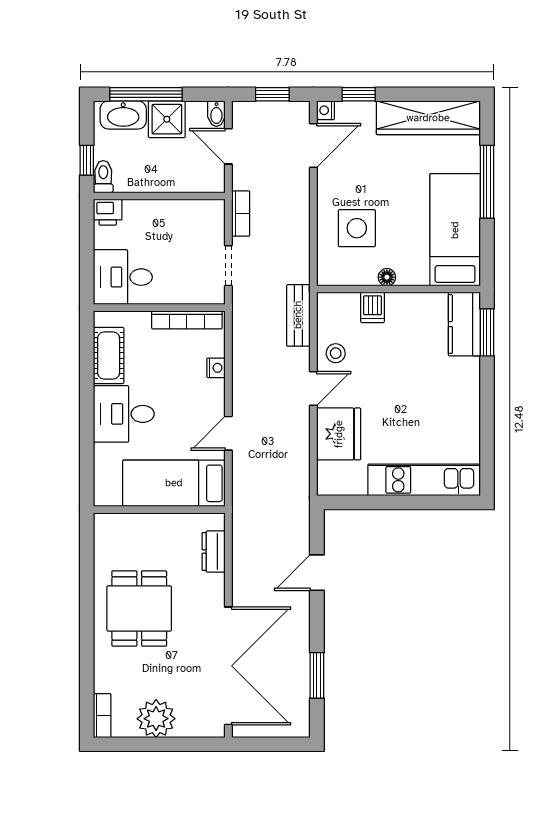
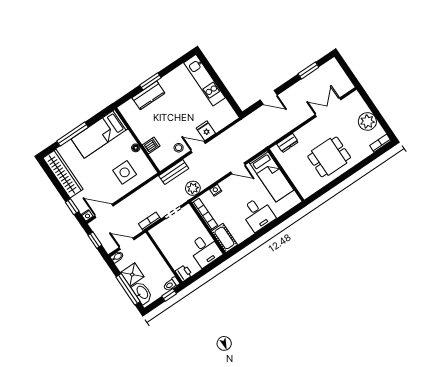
door: (228, 146) -> (127, 244), swing flipped
kitchen counter: (464, 324) -> (148, 95), moved
plant: (247, 330) -> (193, 188), added
window: (487, 332) -> (150, 81), moved
cot: (109, 355) -> (224, 238), moved, turned 90
fridge: (339, 434) -> (206, 131), width x0.53, depth x0.75
double door: (228, 666) -> (328, 107), width x0.54

